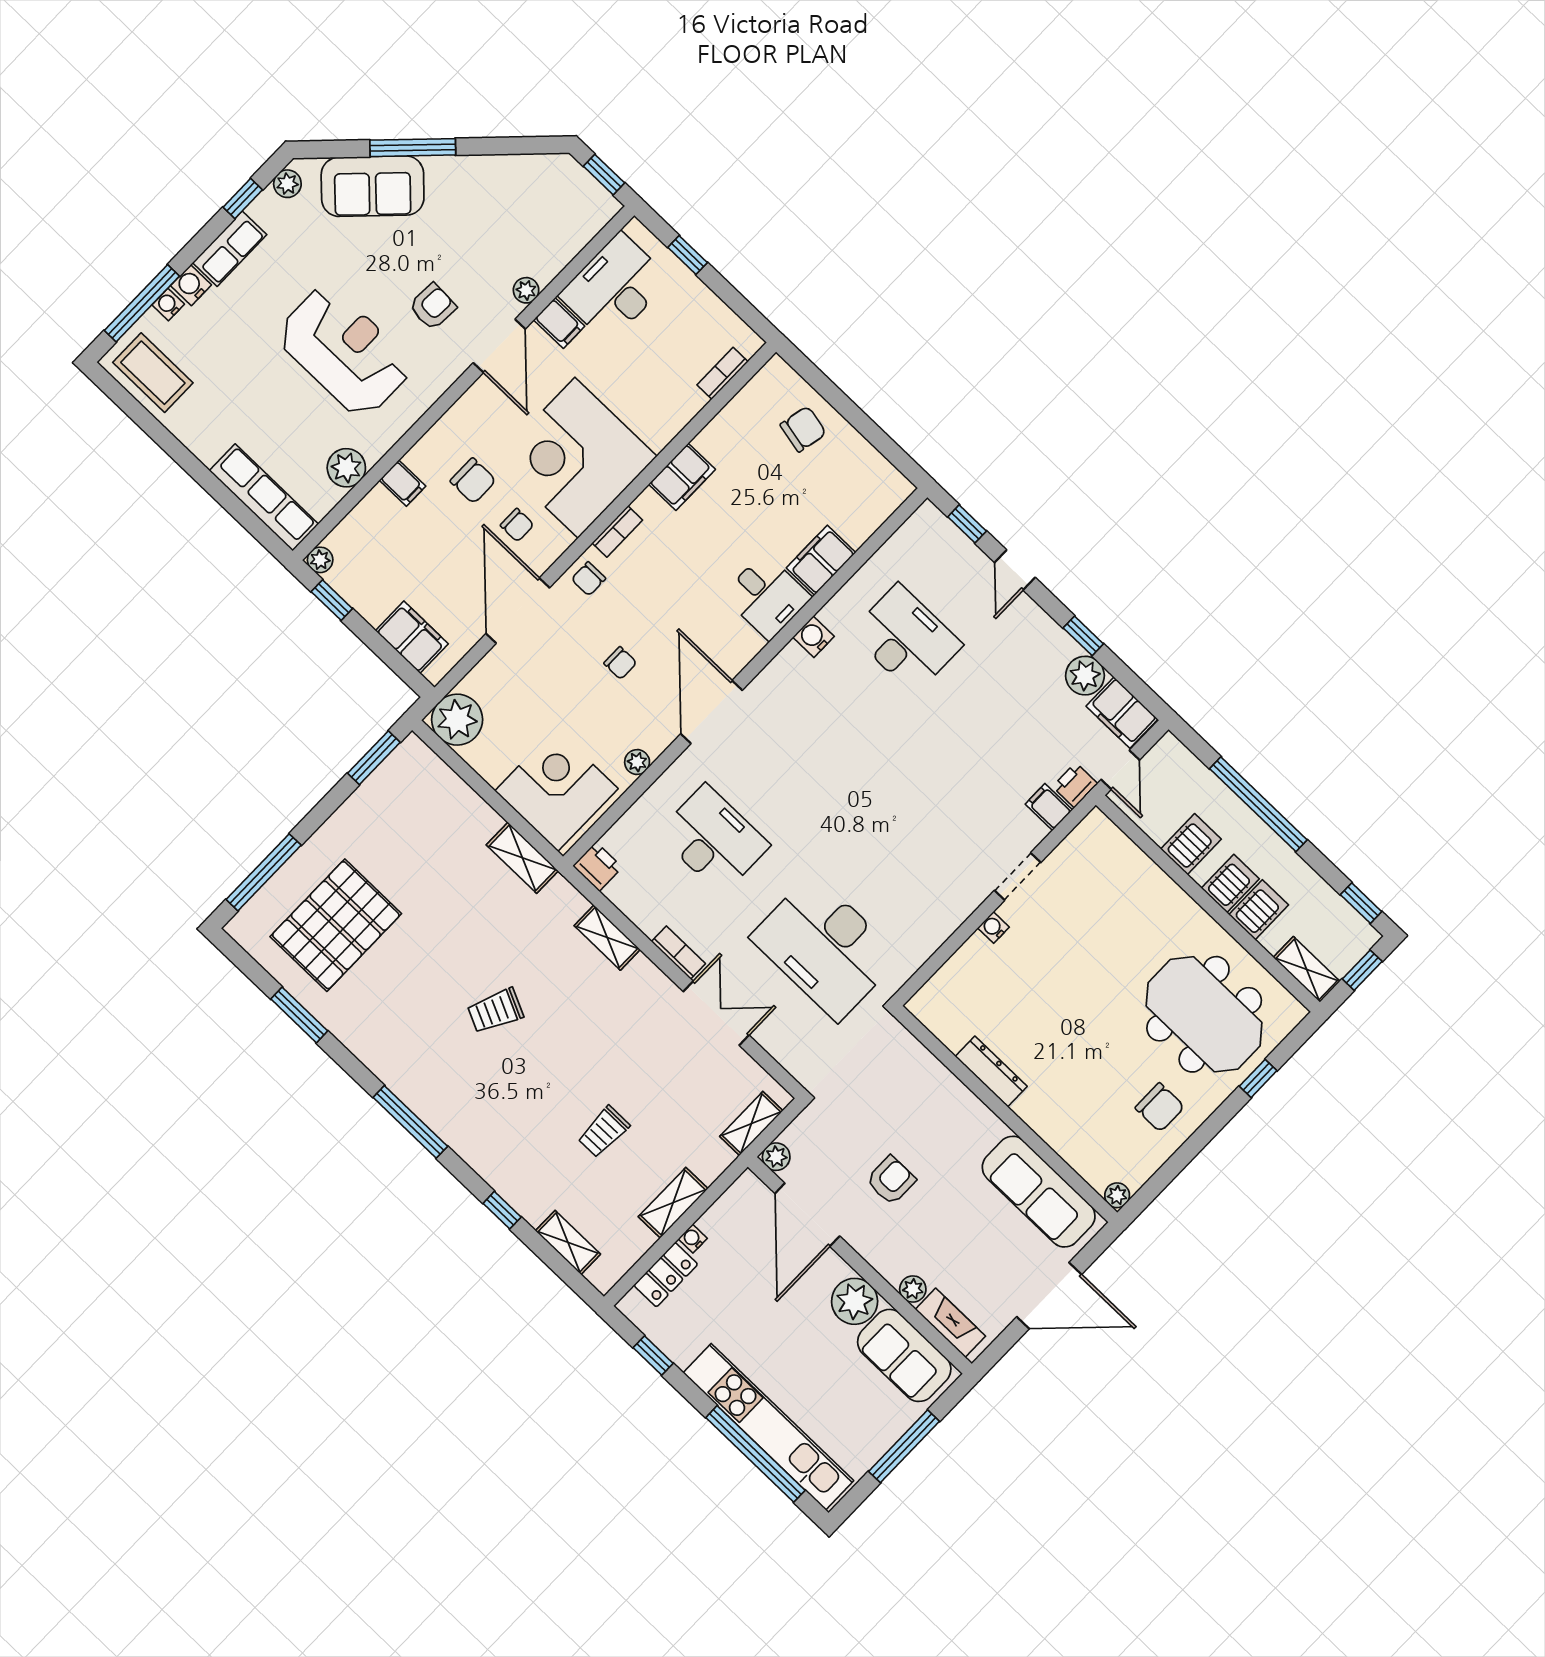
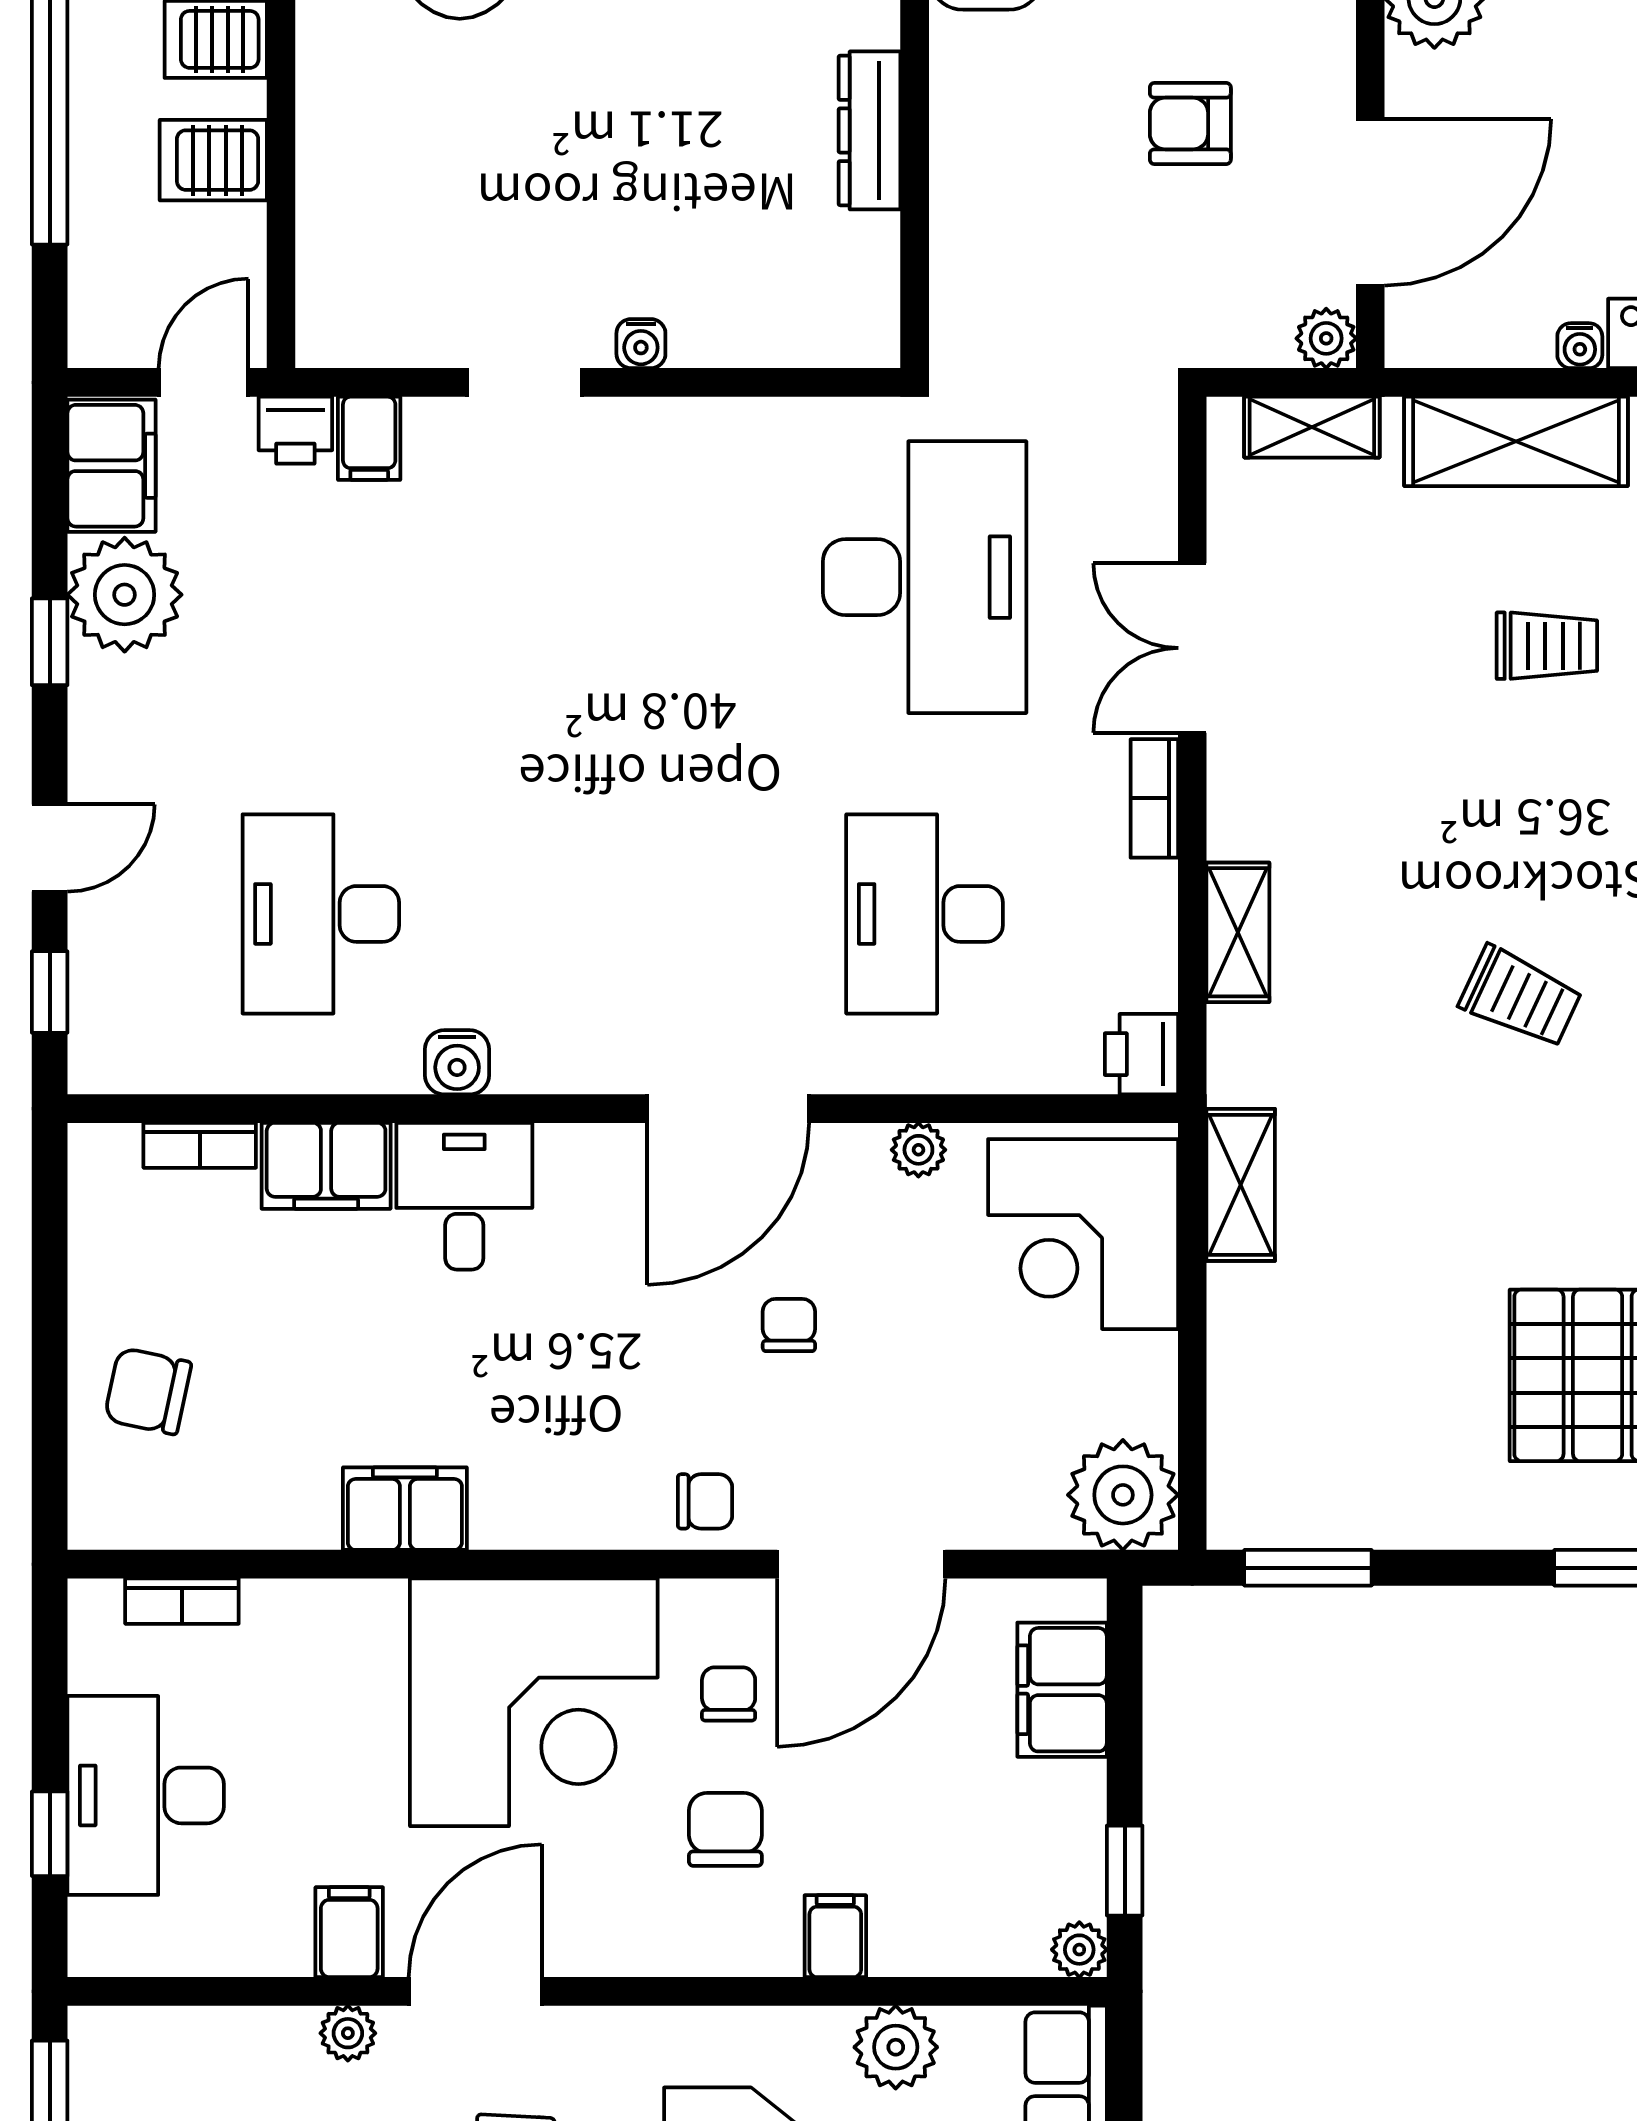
desk: (615, 287) -> (146, 1795), moved, turned 90
bookcase: (617, 532) -> (200, 1145), moved, turned 180
plant: (1085, 676) -> (125, 595), width x1.36, depth x1.36
shelving: (673, 1203) -> (1516, 441), width x1.50, depth x1.33

